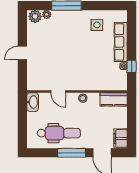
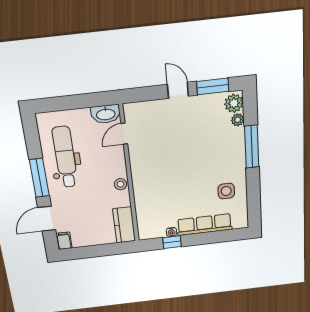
window: (22, 30) -> (213, 86), added
door: (58, 91) -> (124, 134), moved
dental chair: (59, 133) -> (65, 157), turned 180
filing cabinet: (121, 138) -> (64, 241), width x0.50

